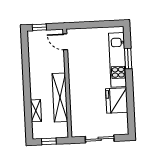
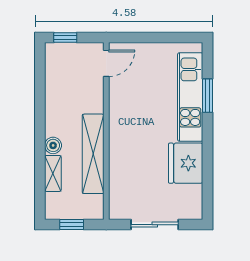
door: (65, 42) -> (106, 63), swing flipped
boiler: (35, 94) -> (53, 145), added

